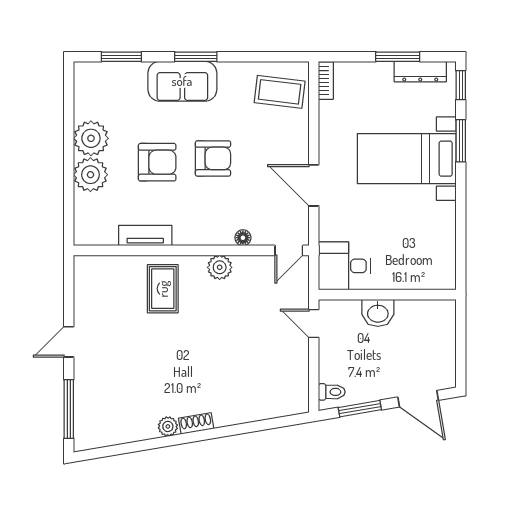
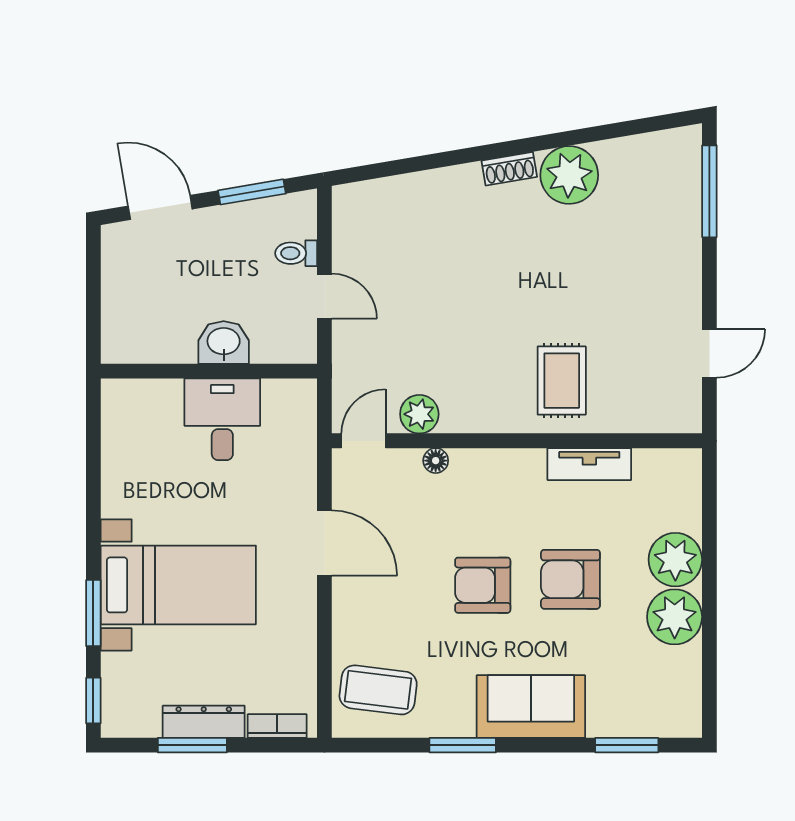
window: (196, 57) -> (463, 745), moved
dresser: (420, 72) -> (204, 722), moved
bookcase: (326, 81) -> (277, 726), moved, turned 90
desk: (344, 266) -> (222, 419), moved, turned -90
plant: (220, 267) -> (419, 414), moved
door: (314, 323) -> (324, 296), moved
door: (69, 342) -> (709, 353), moved
toilet: (332, 392) -> (296, 253), moved
plant: (168, 426) -> (569, 175), width x1.87, depth x1.87

